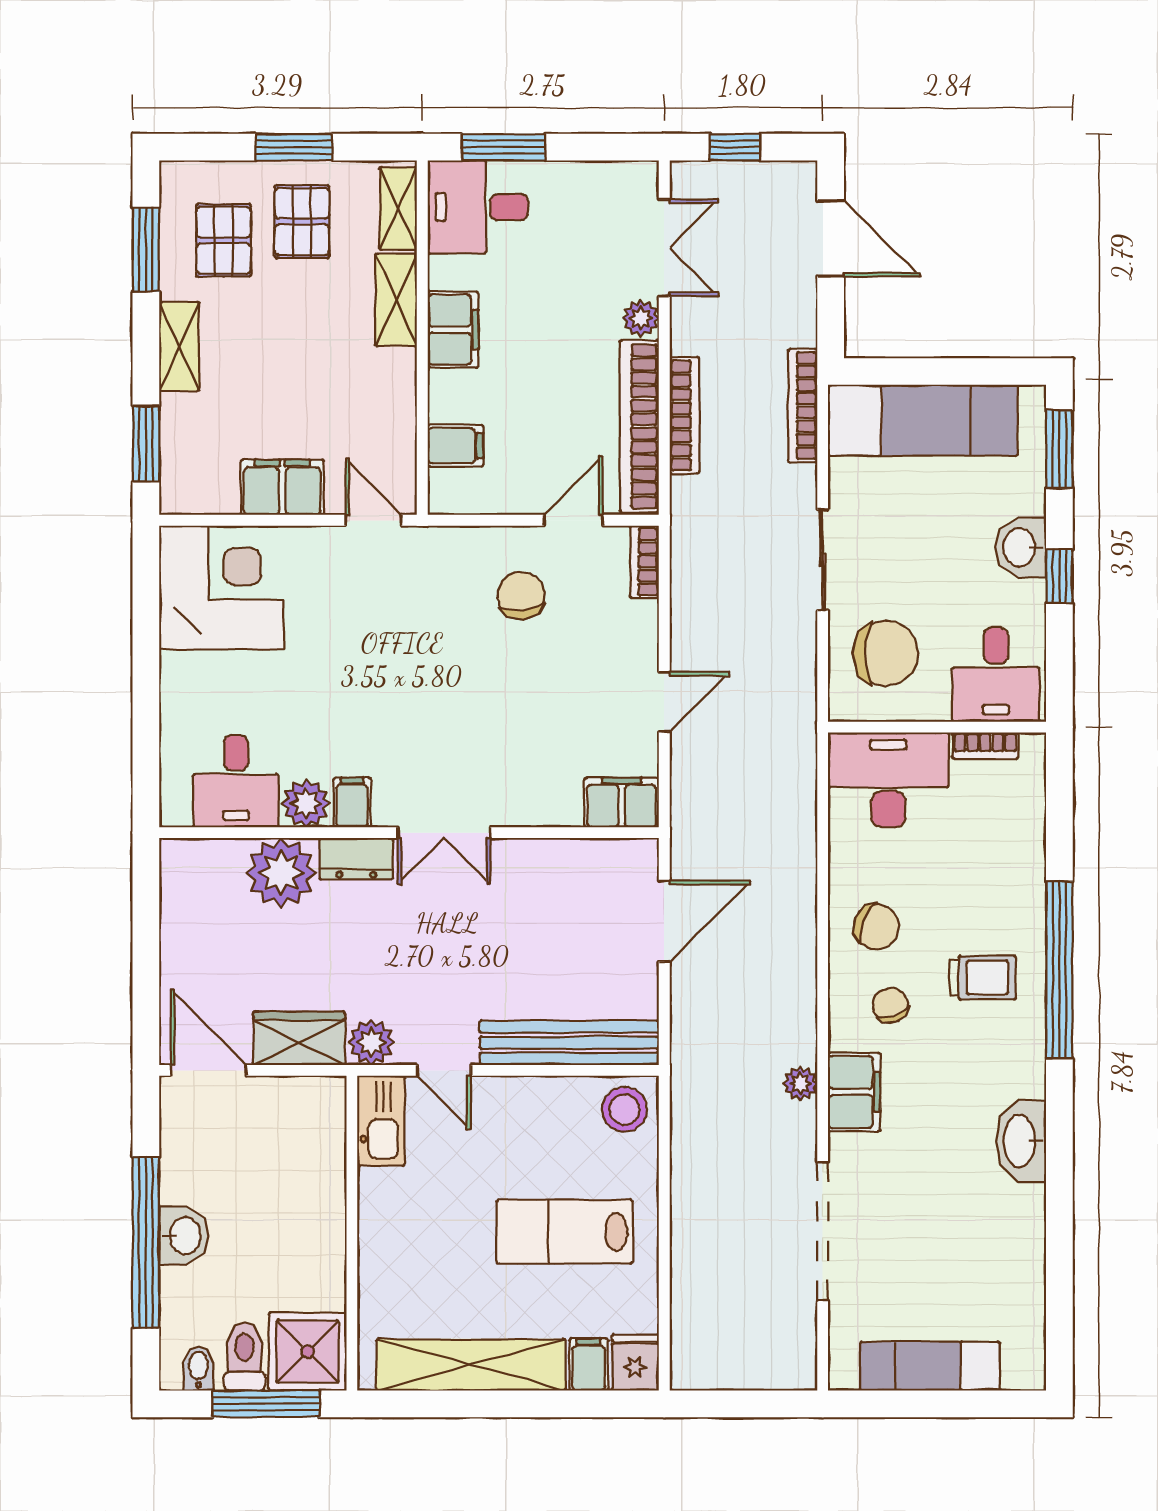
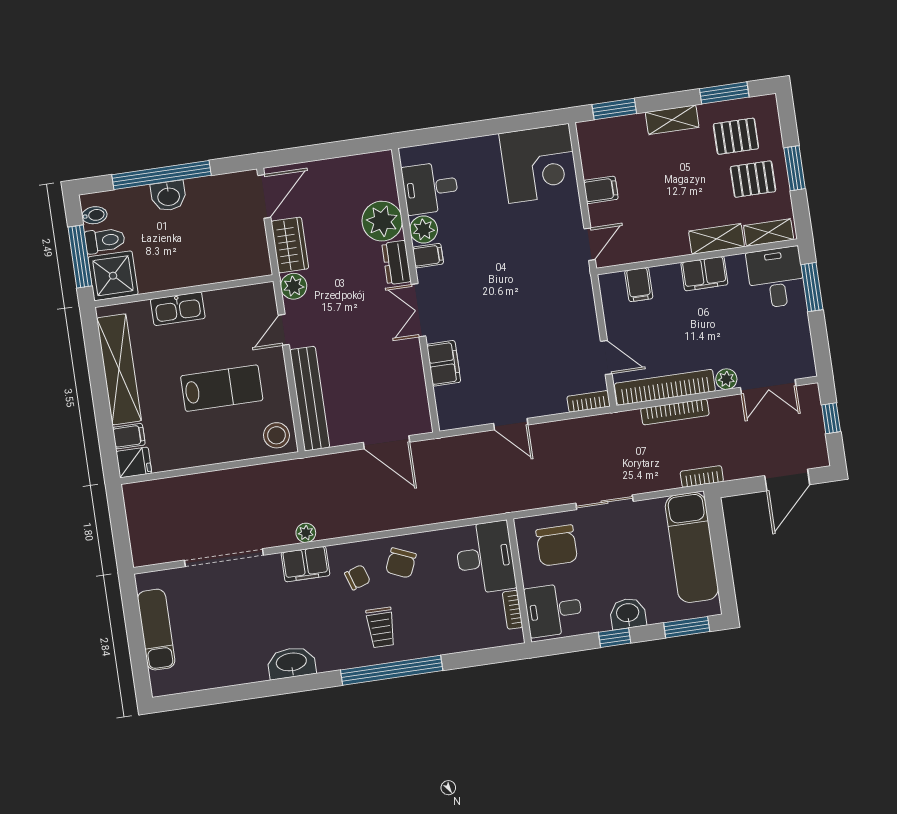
bookcase: (803, 406) -> (702, 477), width x0.64
filing cabinet: (282, 487) -> (601, 190), width x0.50
chair: (521, 596) -> (559, 334), removed
filing cabinet: (622, 803) -> (444, 363), moved
kitchen sink: (381, 1121) -> (178, 309), moved
lab bench: (565, 1232) -> (222, 388), moved, turned 90

